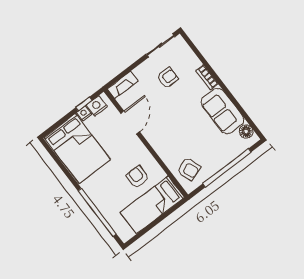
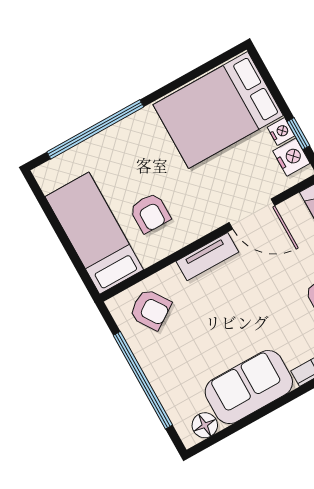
tv unit: (156, 143) -> (207, 257), added
armchair: (189, 169) -> (150, 309), turned -103
armchair: (137, 177) -> (150, 213), turned 90

